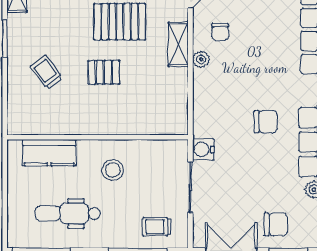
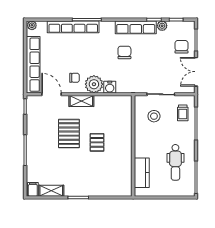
plant: (201, 59) -> (94, 84), width x1.88, depth x1.88
trolley: (47, 72) -> (97, 174), removed
water cooler: (203, 149) -> (110, 87), moved
stool: (113, 170) -> (154, 116), moved

